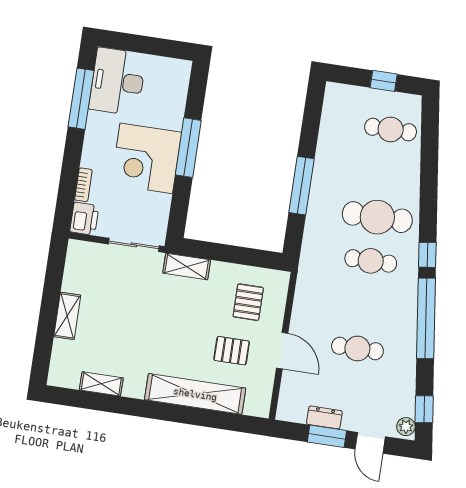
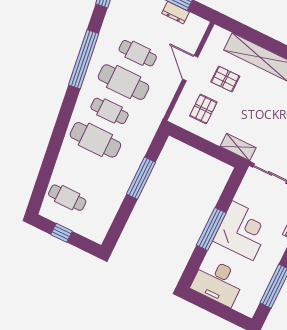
desk: (118, 82) -> (218, 282), moved, turned 90
window: (427, 255) -> (69, 103), removed
cafe table: (364, 305) -> (124, 82), added

